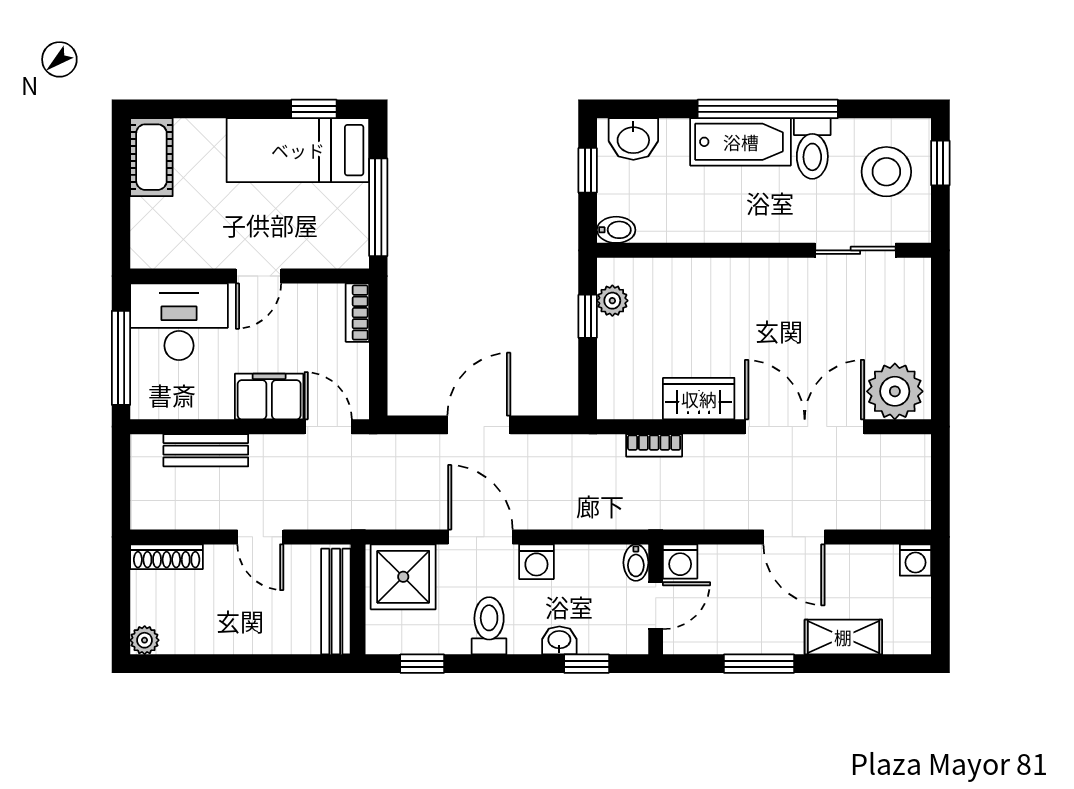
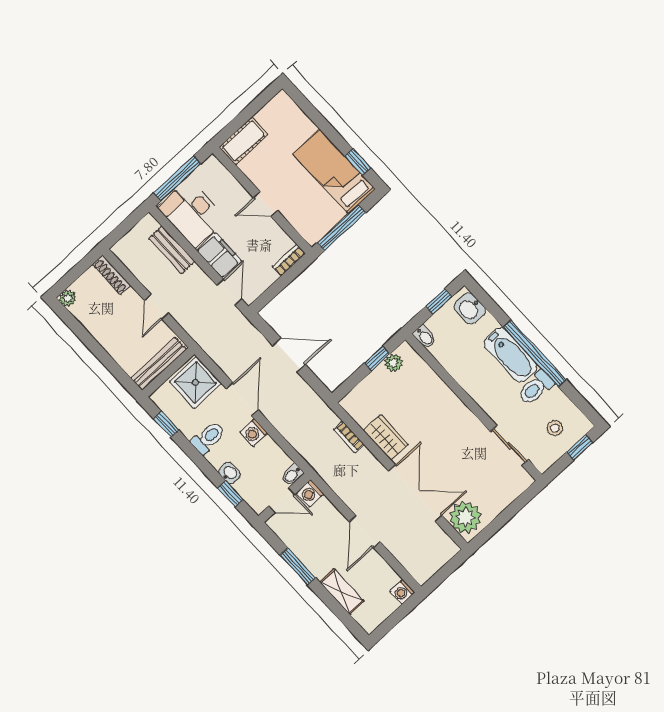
cot: (151, 157) -> (243, 141), moved
stool: (886, 172) -> (555, 428), width x0.53, depth x0.53
desk: (179, 322) -> (192, 213), moved, turned 180

